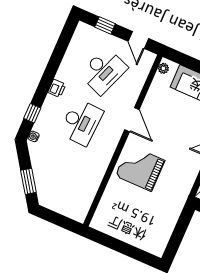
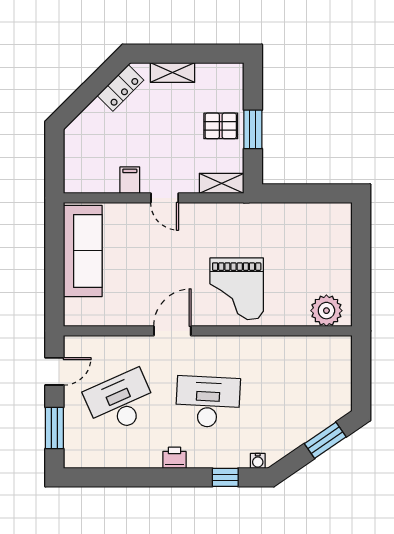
window: (105, 25) -> (54, 428), width x1.50
plant: (163, 68) -> (326, 311), moved, width x1.88, depth x1.88
desk: (104, 71) -> (121, 402), turned -45

